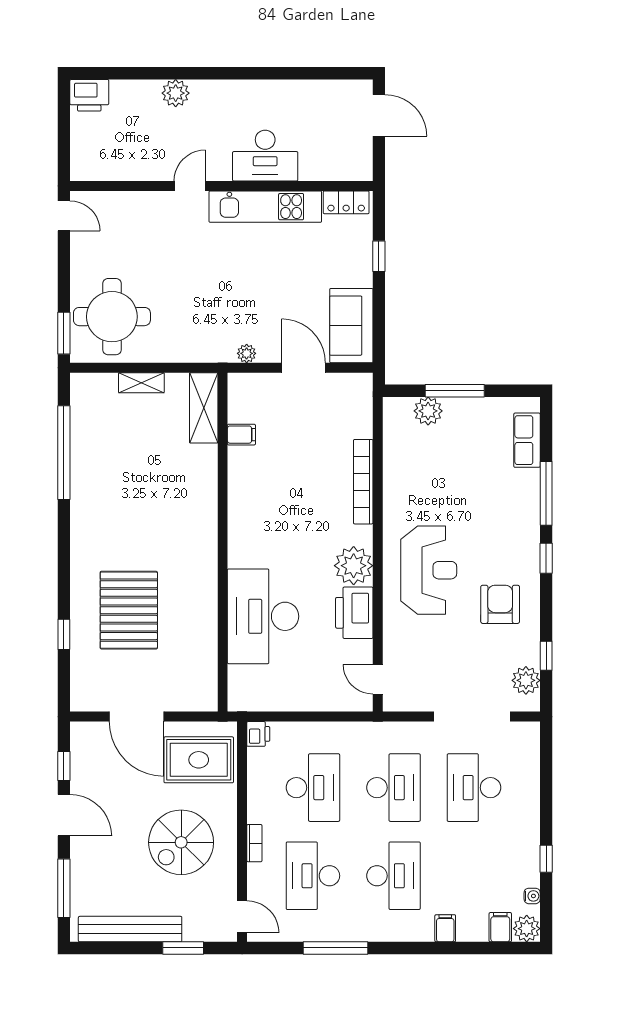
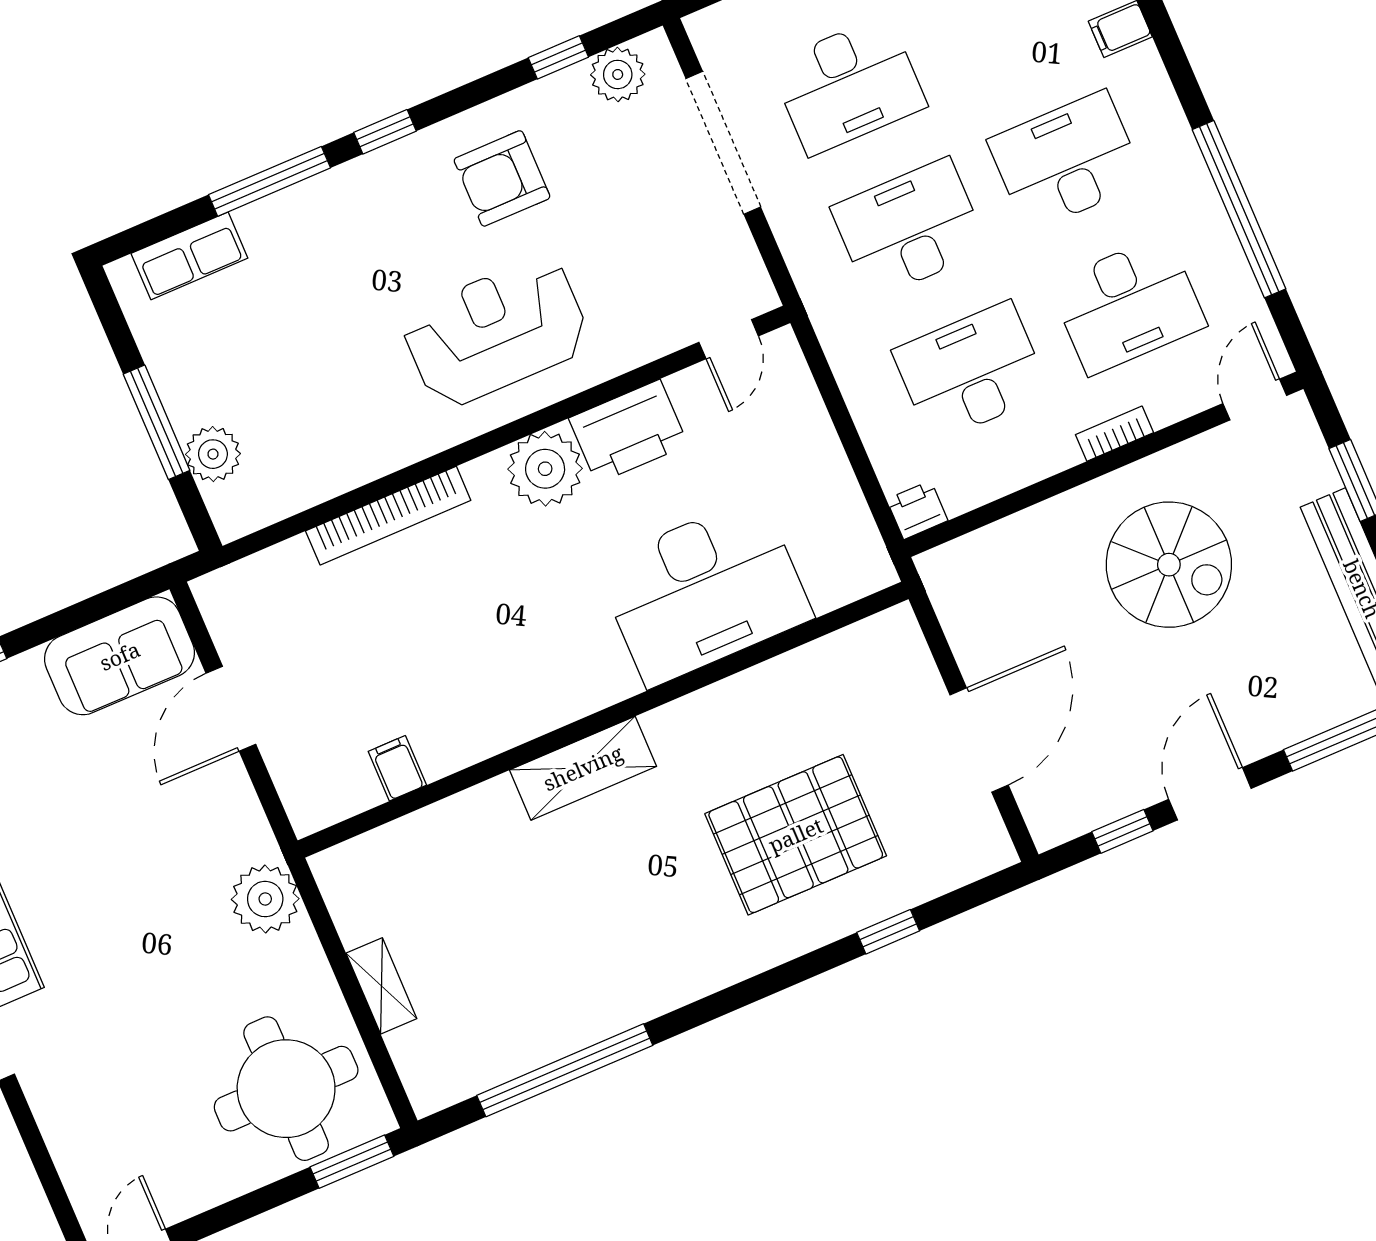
plant: (247, 353) -> (265, 899), moved, width x1.88, depth x1.88
shelving: (204, 408) -> (583, 768), moved
rug: (199, 760) -> (1009, 596), removed
window: (336, 948) -> (1239, 209), width x1.46

